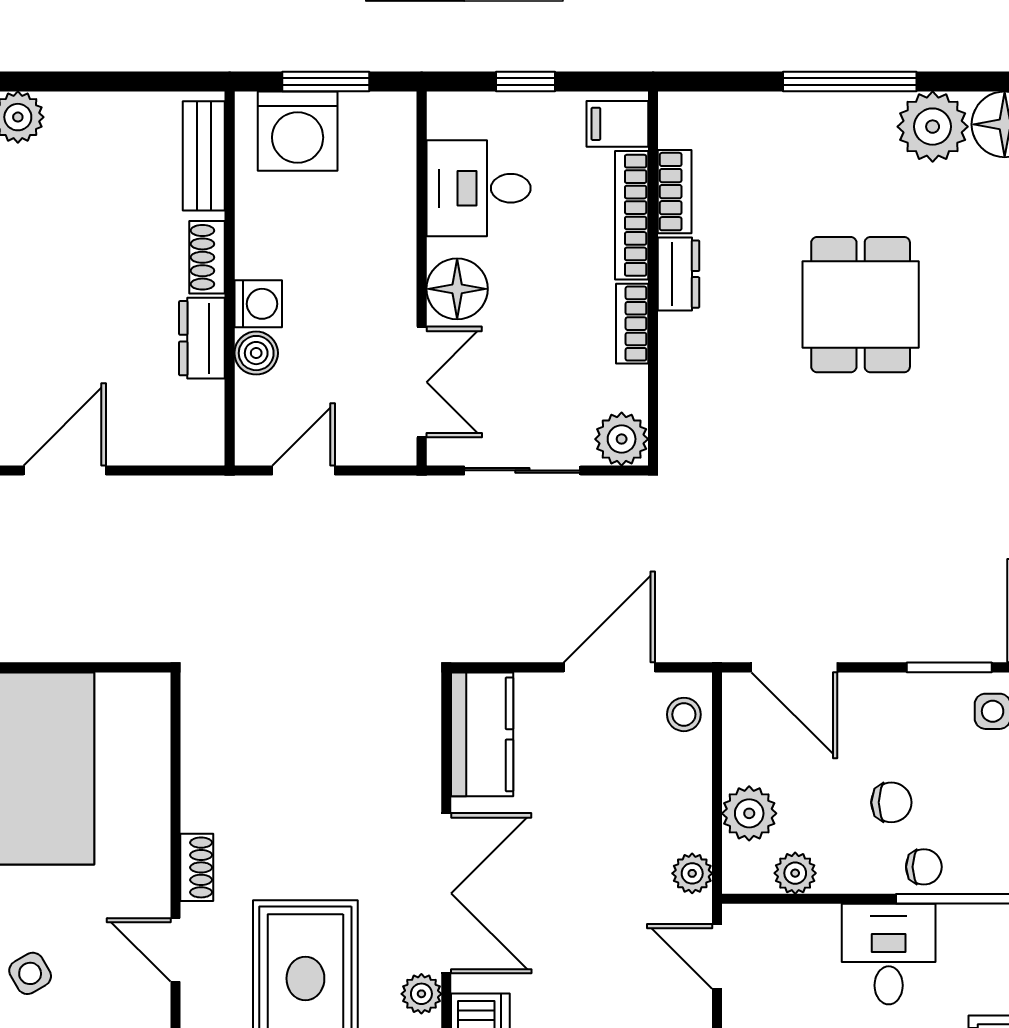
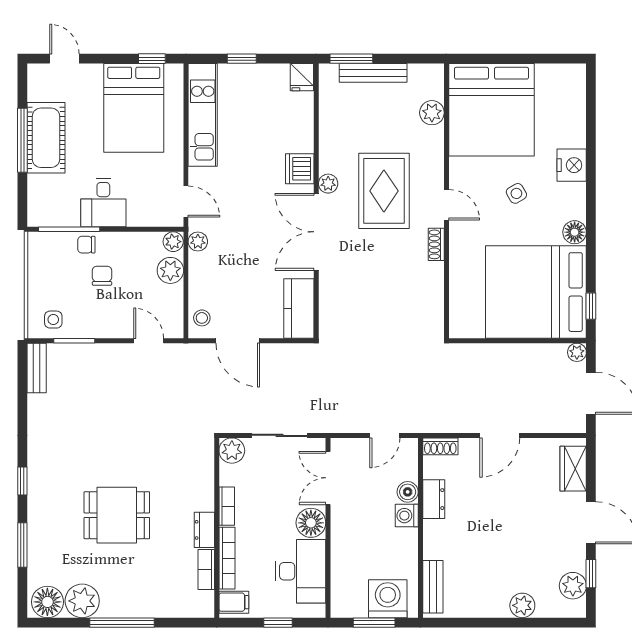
desk: (479, 188) -> (301, 571), width x1.37
shoe rack: (207, 257) -> (440, 446), moved, turned 90
dining table: (861, 305) -> (117, 515), turned 90
door: (609, 667) -> (238, 341), hinge flipped
door: (794, 667) -> (149, 341), width x0.73
chair: (891, 802) -> (102, 276), turned 90
plant: (795, 873) -> (173, 242), moved

